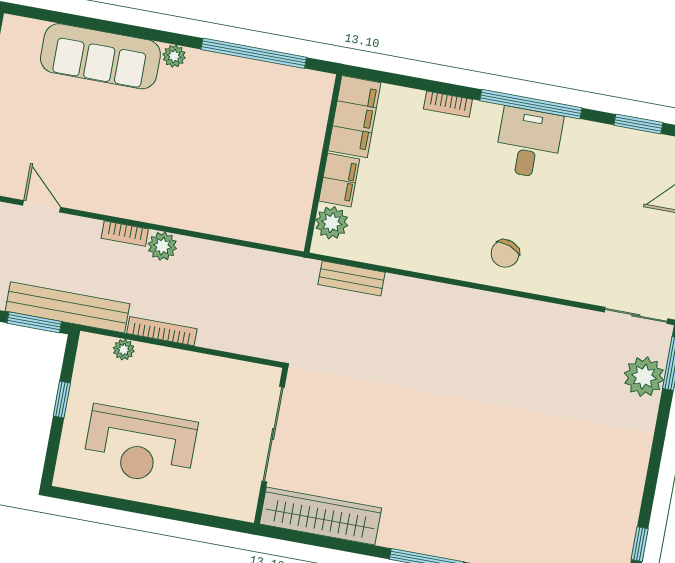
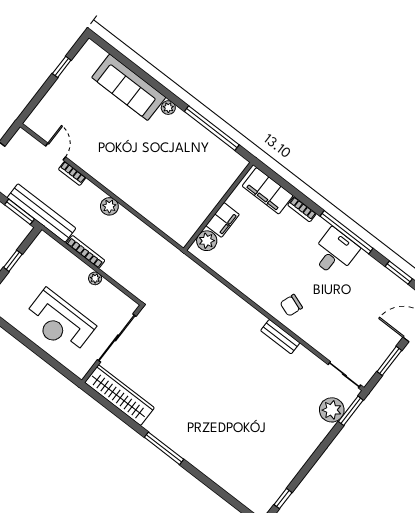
filing cabinet: (354, 117) -> (268, 191), moved, turned 90
bookcase: (125, 234) -> (72, 173), moved
bench: (351, 278) -> (280, 337), moved
plant: (124, 350) -> (95, 278), moved
reception desk: (140, 445) -> (59, 322), moved

